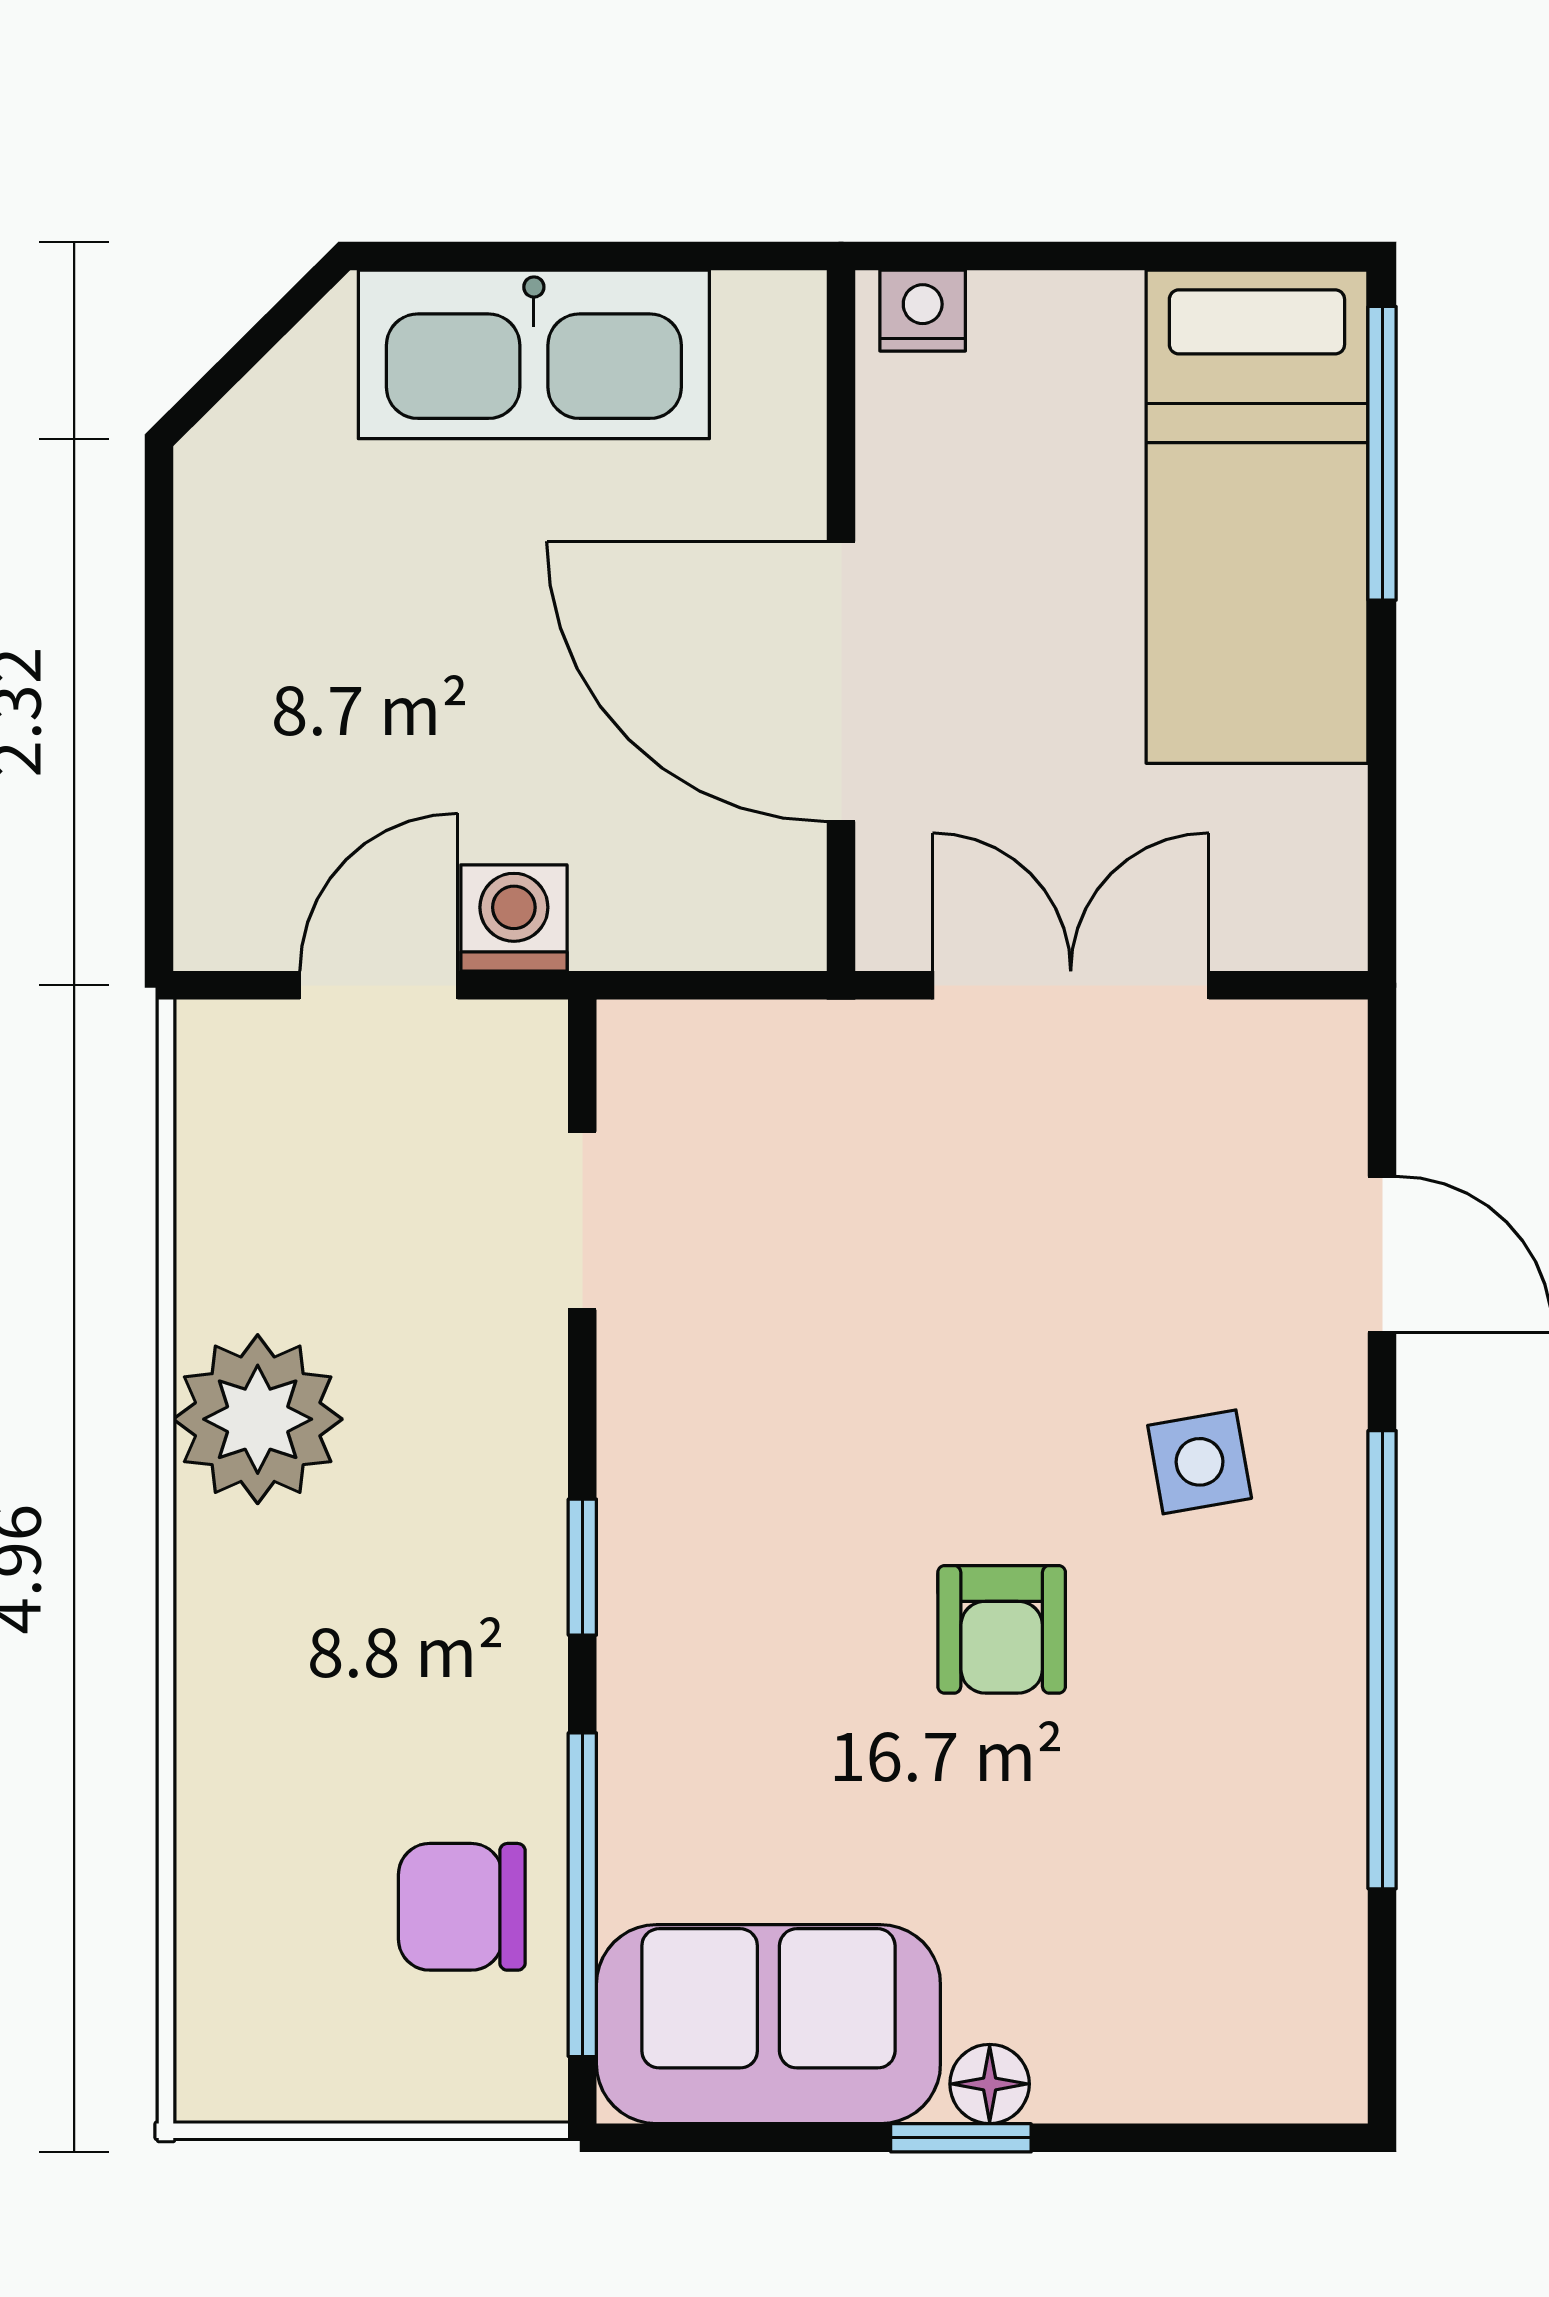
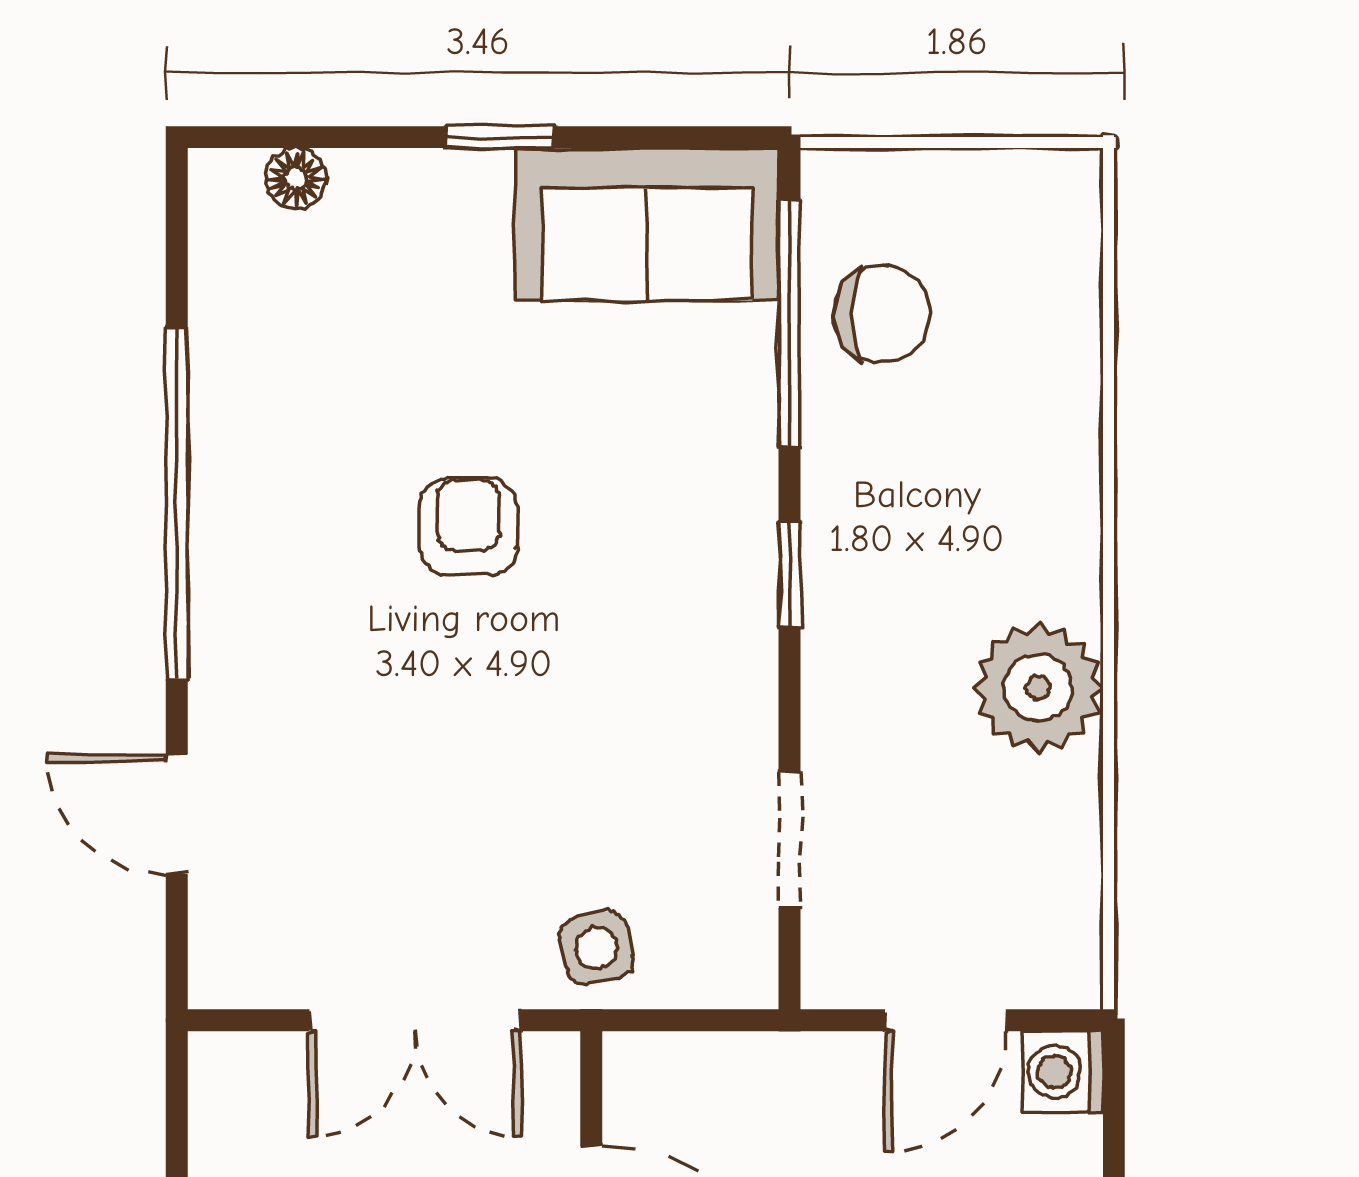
washing machine: (514, 918) -> (1062, 1072), moved, turned 90
side table: (1200, 1462) -> (596, 948), moved
floor lamp: (990, 2084) -> (296, 178), moved

